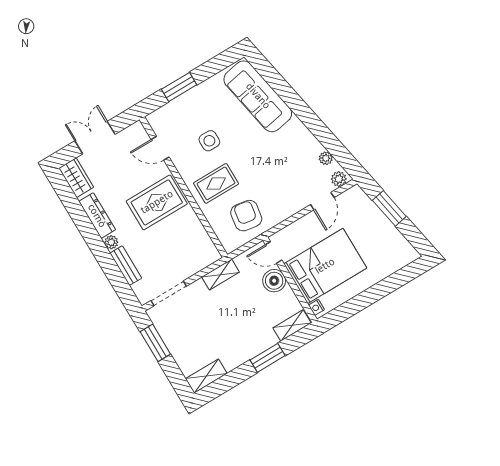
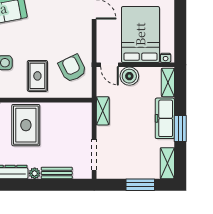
armchair: (246, 216) -> (72, 68), turned 55
door: (274, 252) -> (109, 65), hinge flipped
window: (155, 343) -> (140, 185), moved
freezer: (252, 345) -> (165, 118), added
window: (268, 358) -> (180, 129), moved

